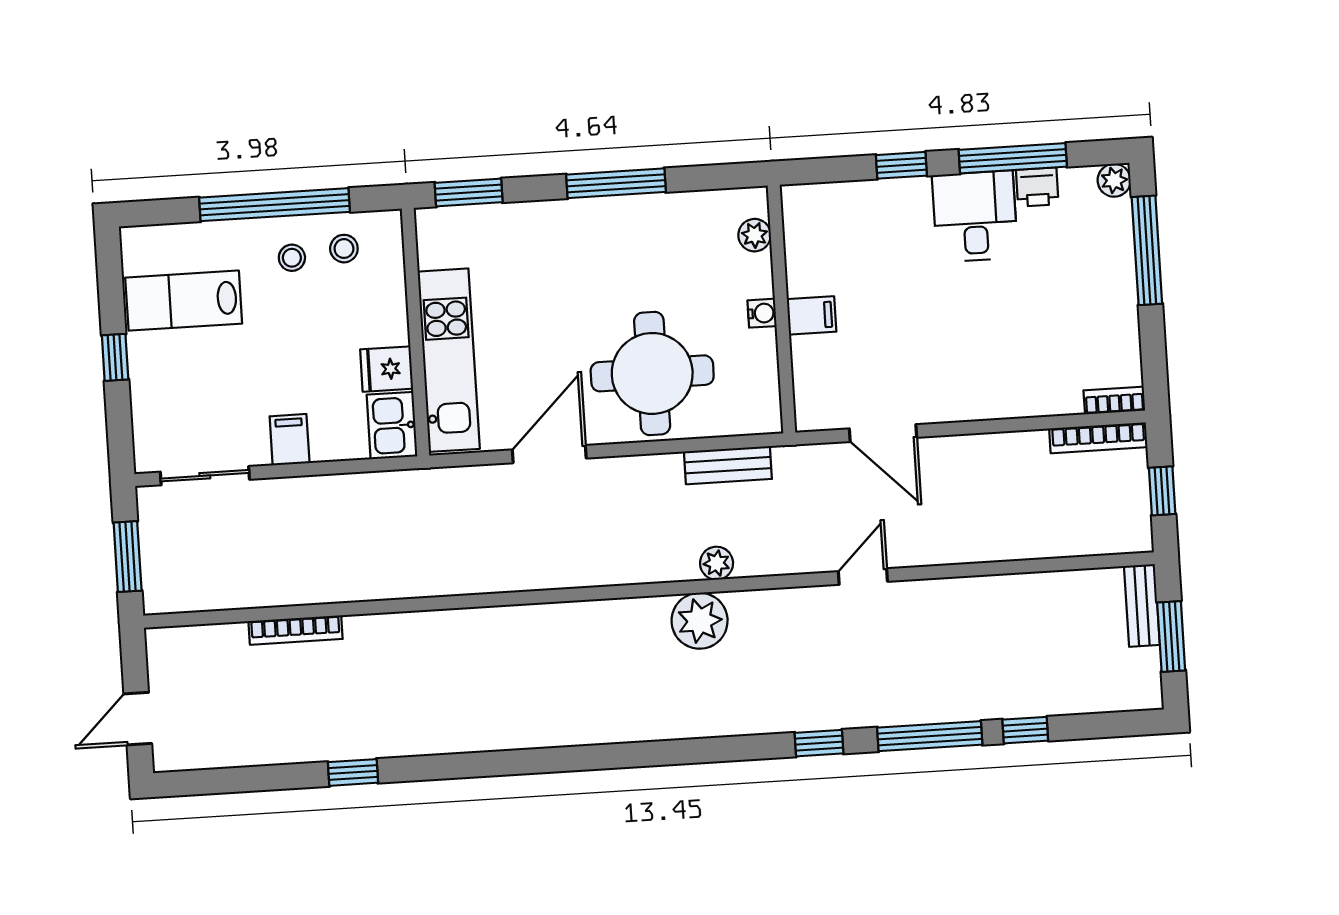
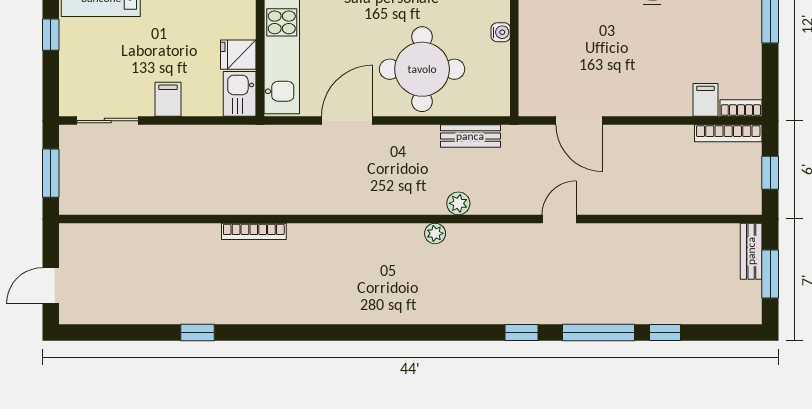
filing cabinet: (811, 315) -> (705, 100), moved, turned -90
plant: (700, 621) -> (435, 233), width x0.53, depth x0.53
bookcase: (296, 630) -> (254, 231), moved

